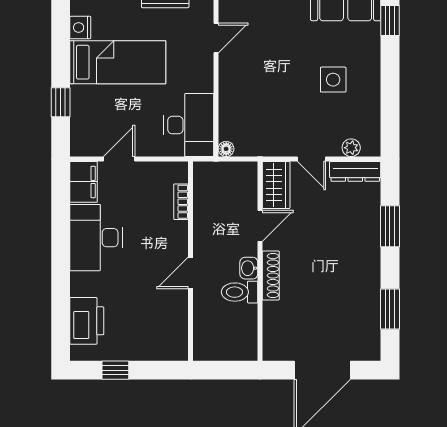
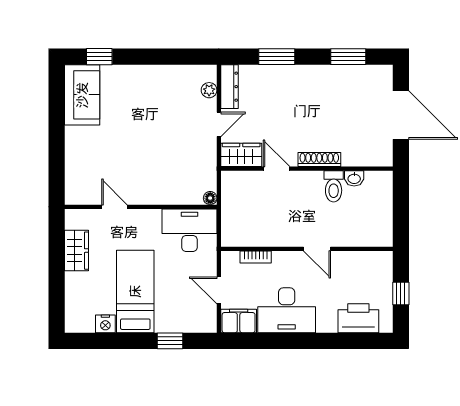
side table: (333, 80) -> (150, 106), removed
bookcase: (181, 202) -> (256, 257), moved
wall: (190, 261) -> (307, 249), moved
washbasin: (249, 268) -> (354, 178), moved
door: (190, 273) -> (317, 249), moved

